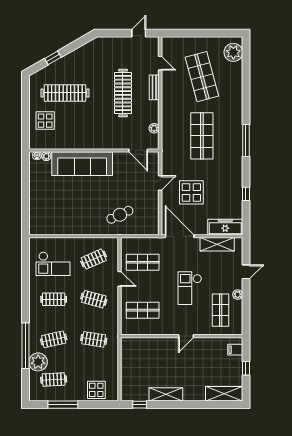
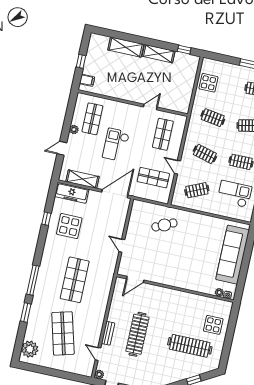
window: (246, 90) -> (26, 313), added
plant: (154, 128) -> (99, 375), moved
window: (246, 141) -> (33, 280), moved
door: (138, 150) -> (135, 279), swing flipped
sofa: (82, 164) -> (233, 255), moved, turned -90
door: (160, 183) -> (122, 246), hinge flipped
display table: (191, 192) -> (69, 226), moved
door: (180, 236) -> (115, 194), swing flipped
checkout: (190, 288) -> (116, 145), turned 180
shop shelf: (143, 310) -> (163, 134), turned 90
door: (186, 336) -> (150, 107), moved
display table: (96, 390) -> (208, 83), moved
shelving: (224, 394) -> (126, 47), moved

